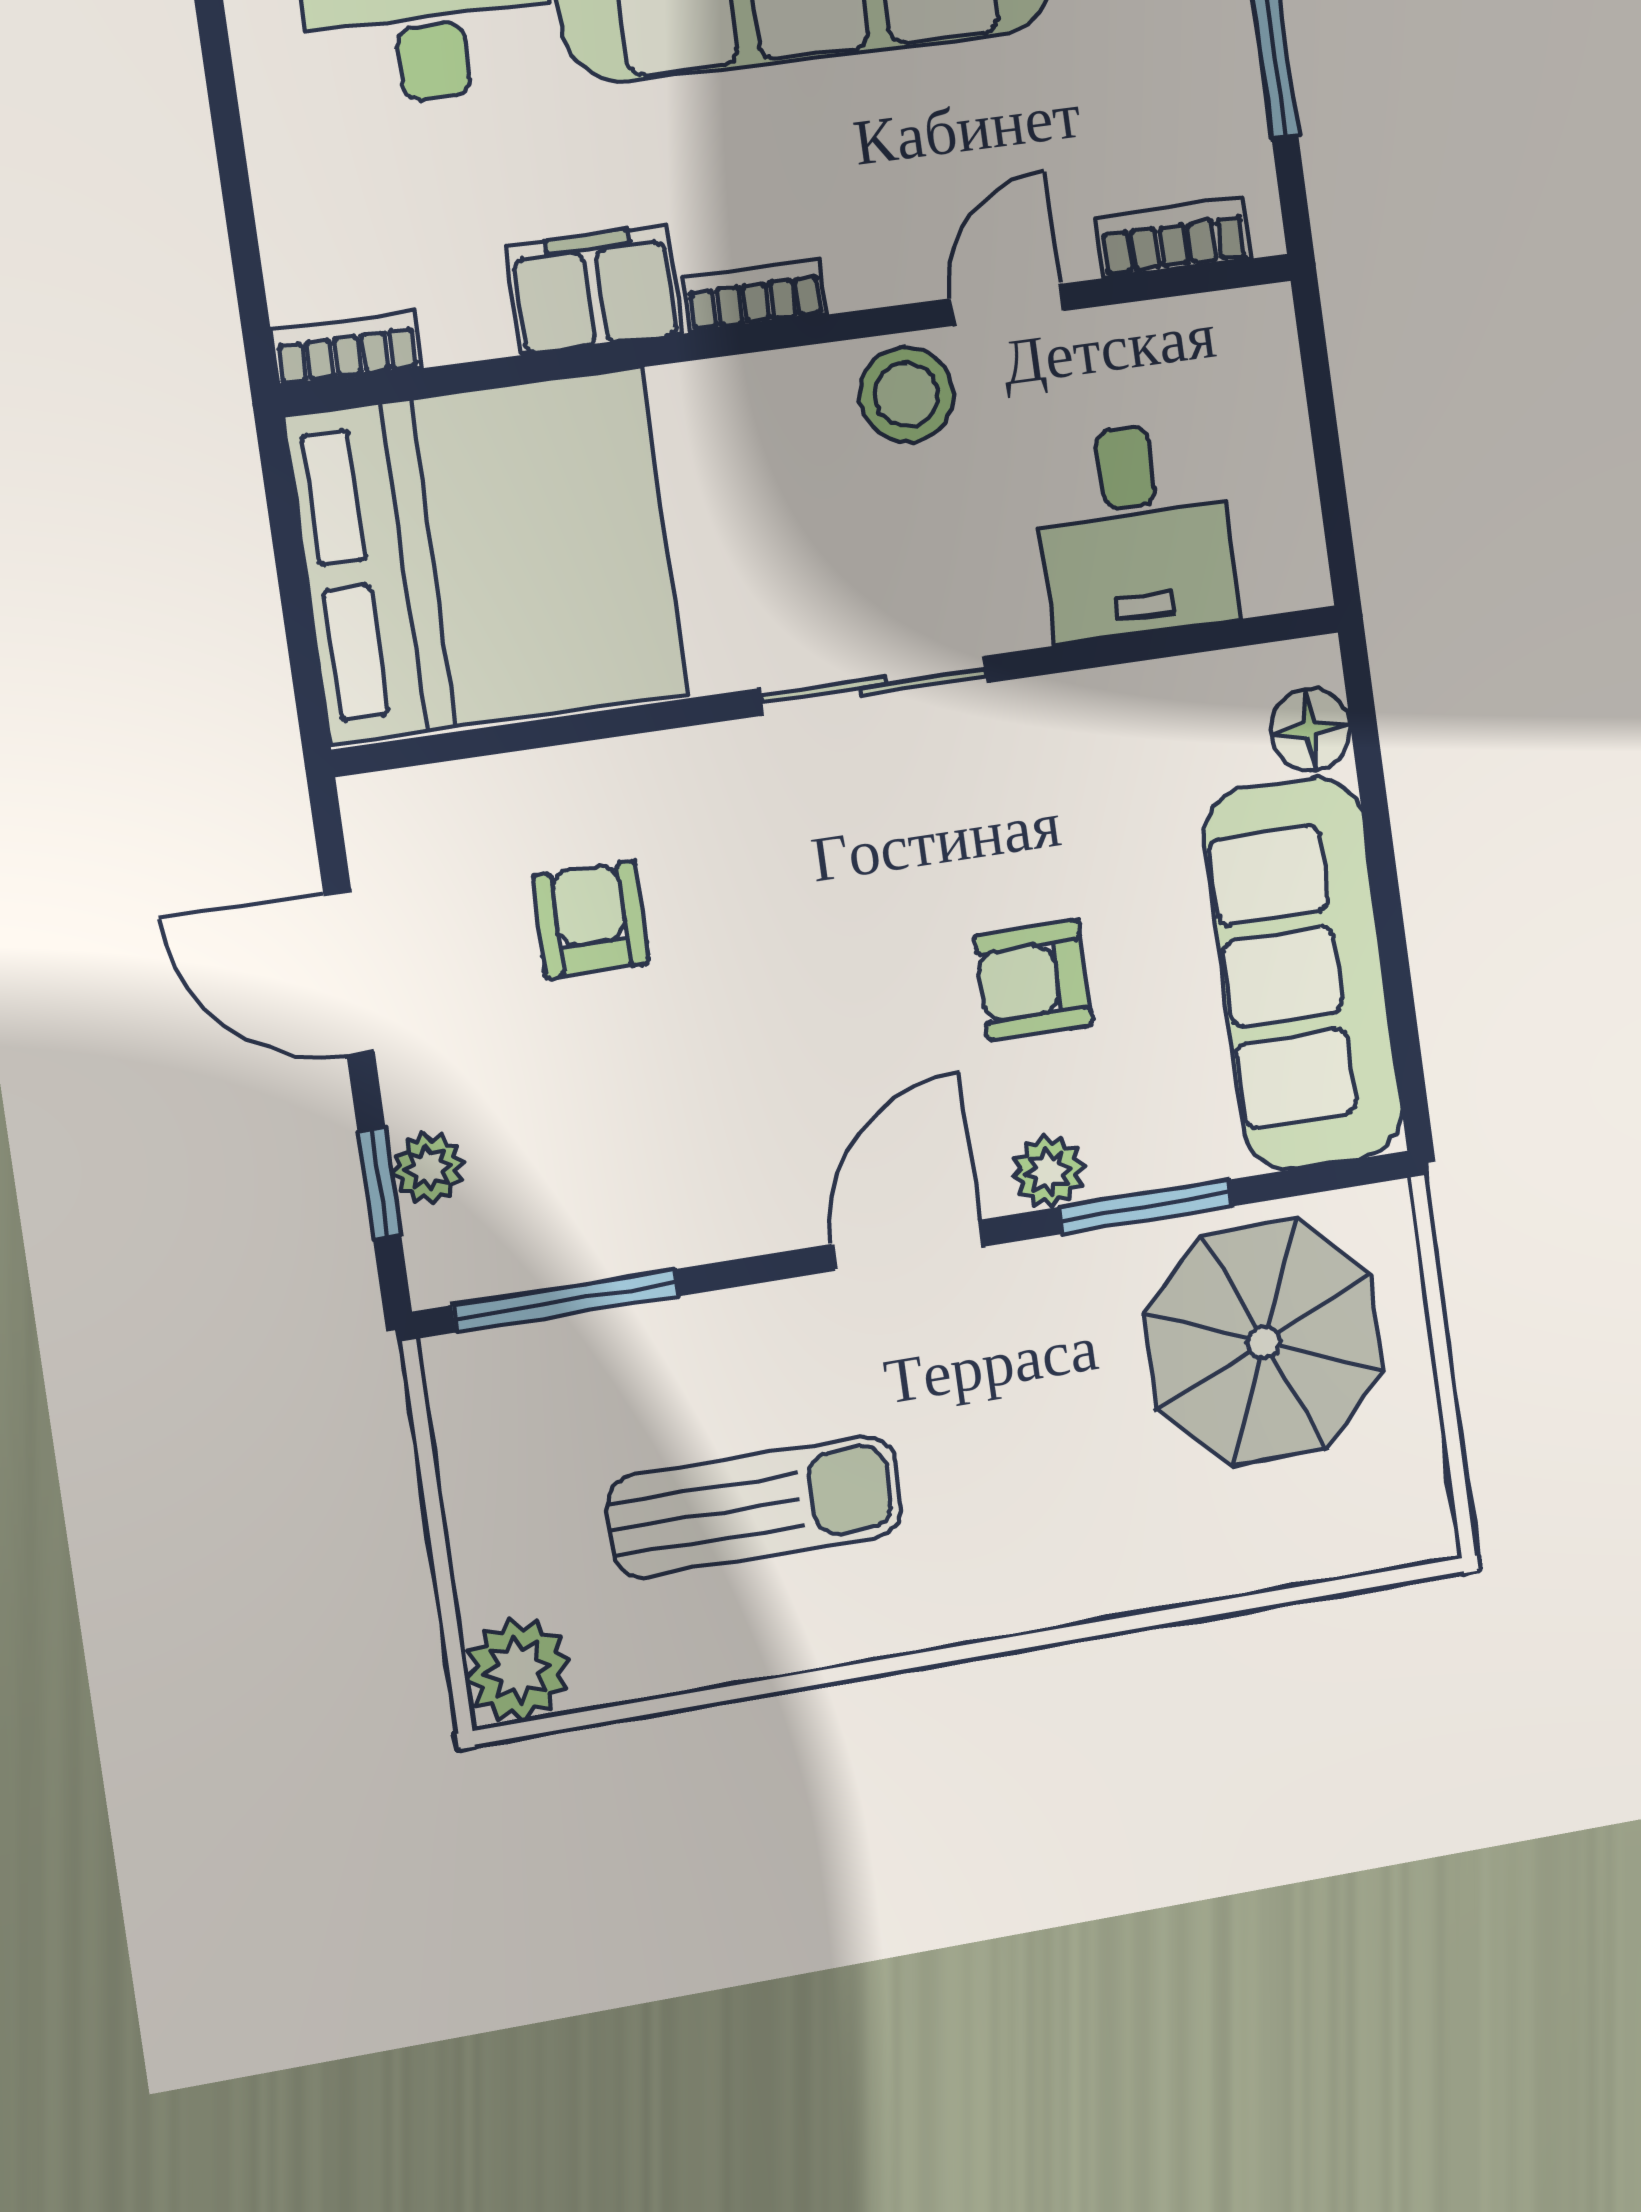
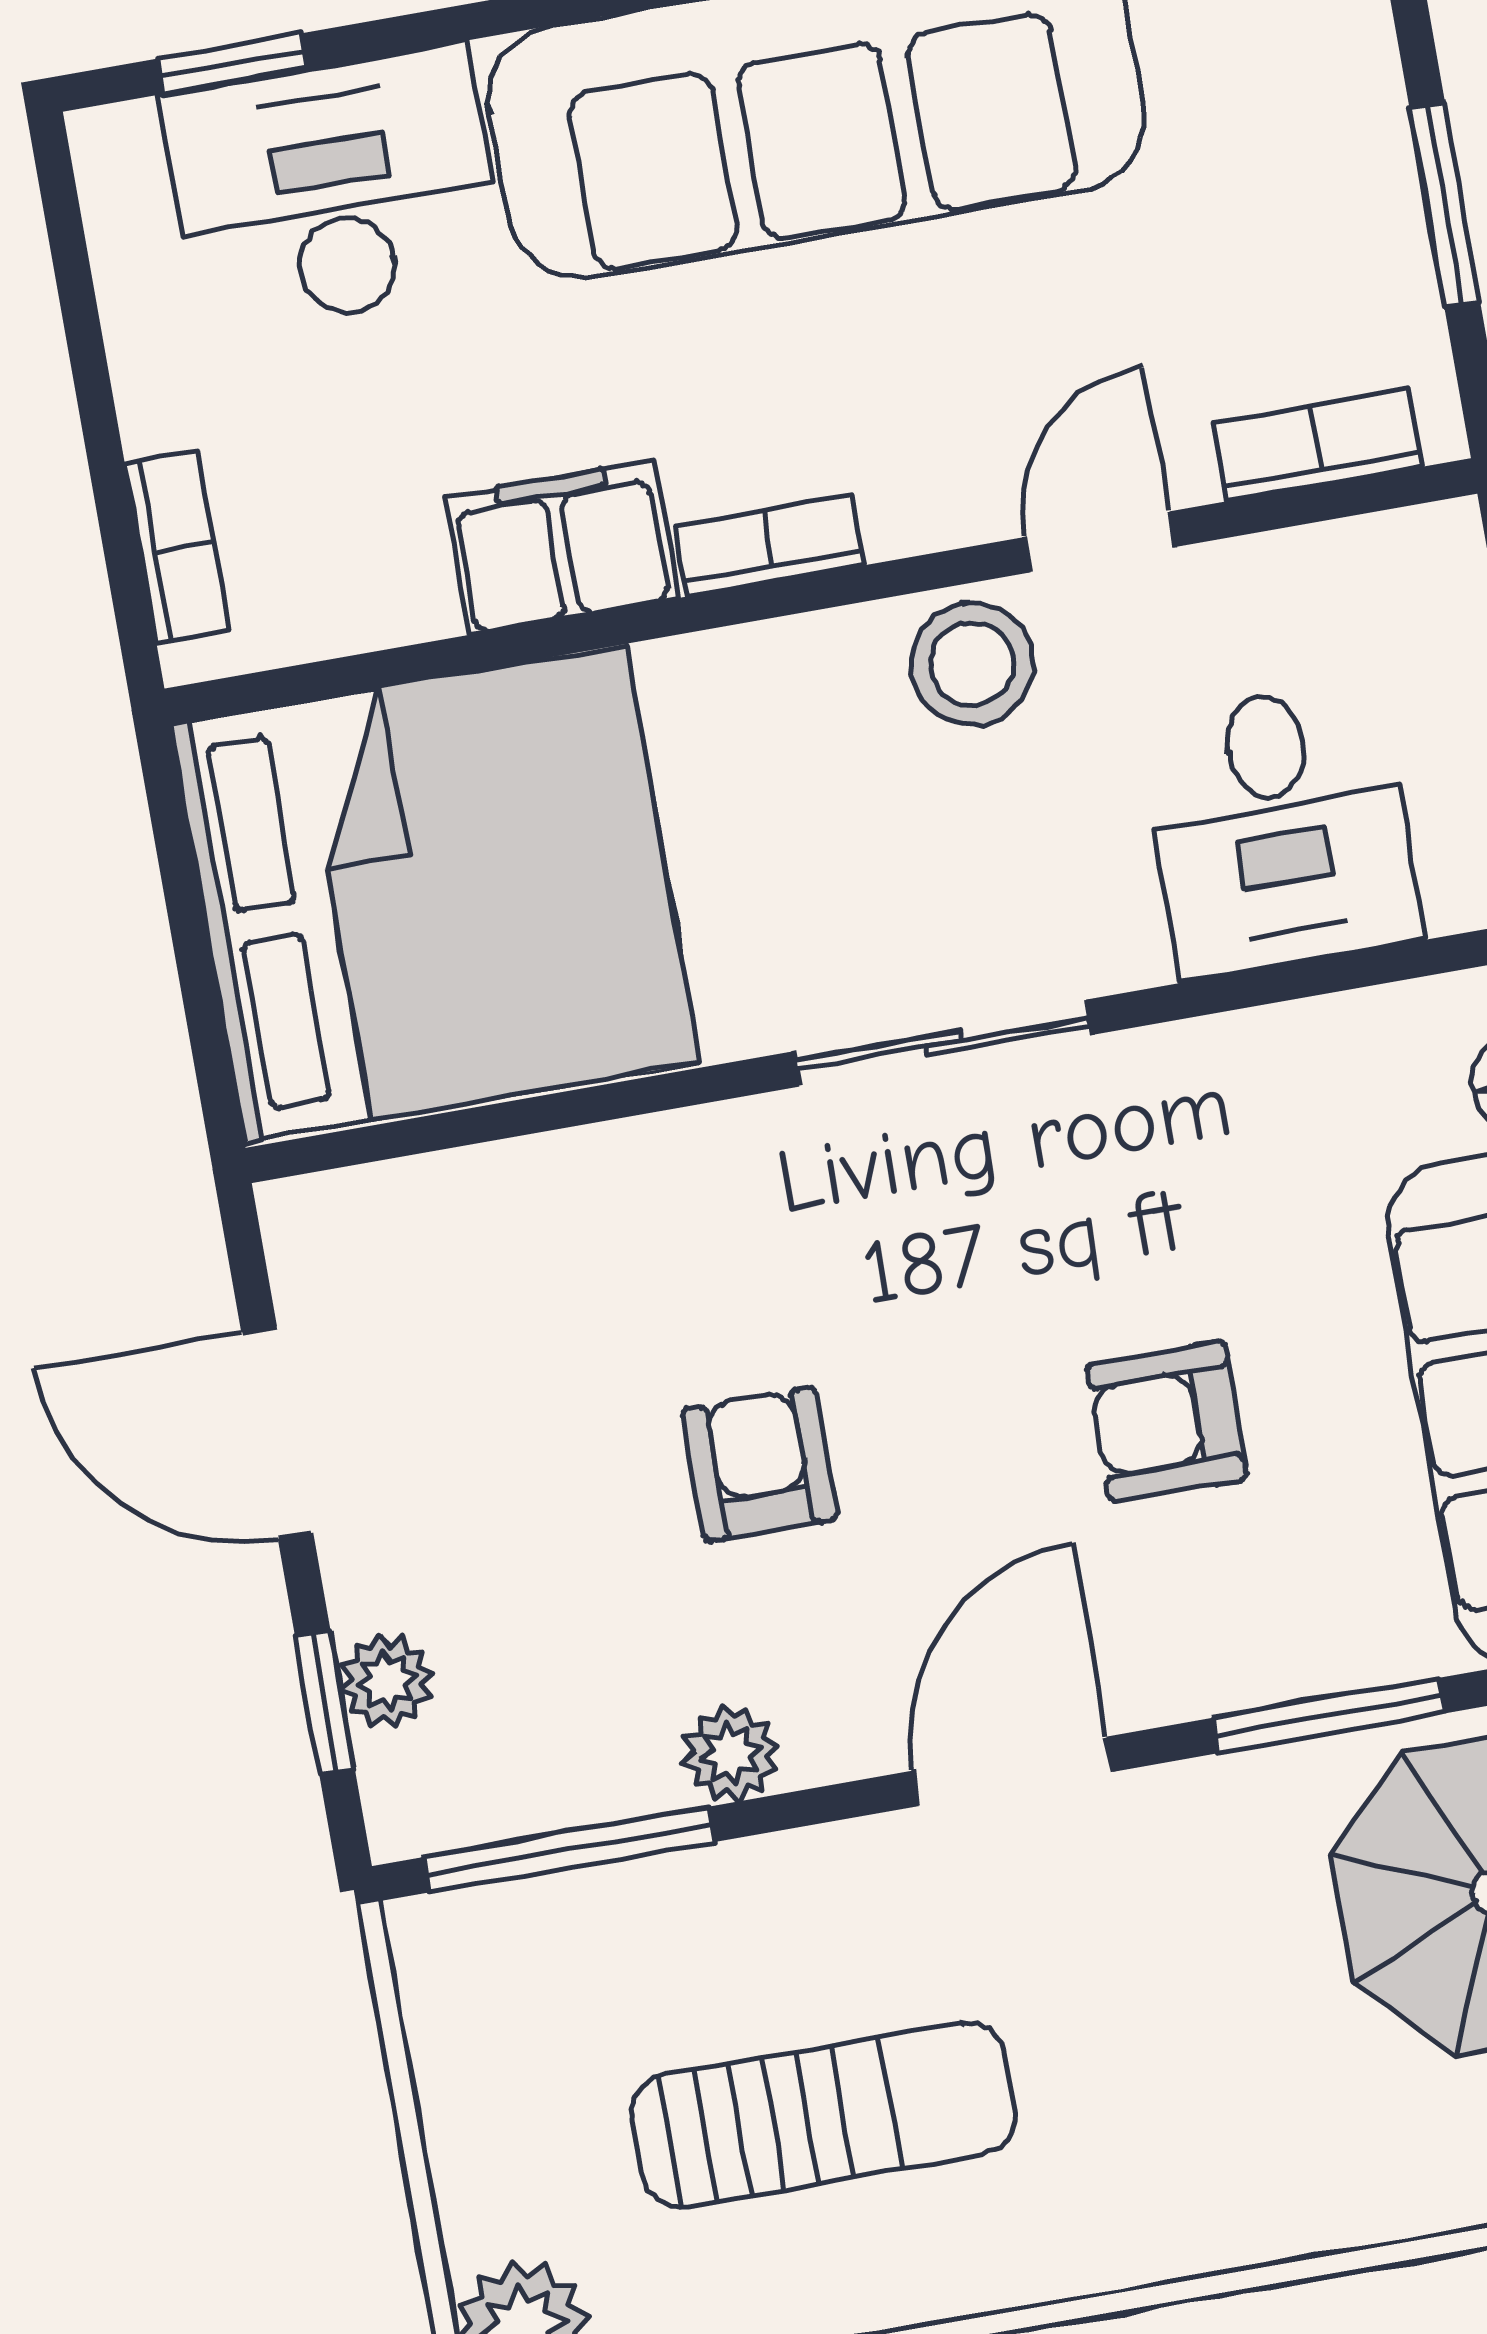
bookcase: (347, 349) -> (177, 547), moved, turned 90
armchair: (591, 920) -> (760, 1464), moved
plant: (1048, 1172) -> (730, 1754), moved

